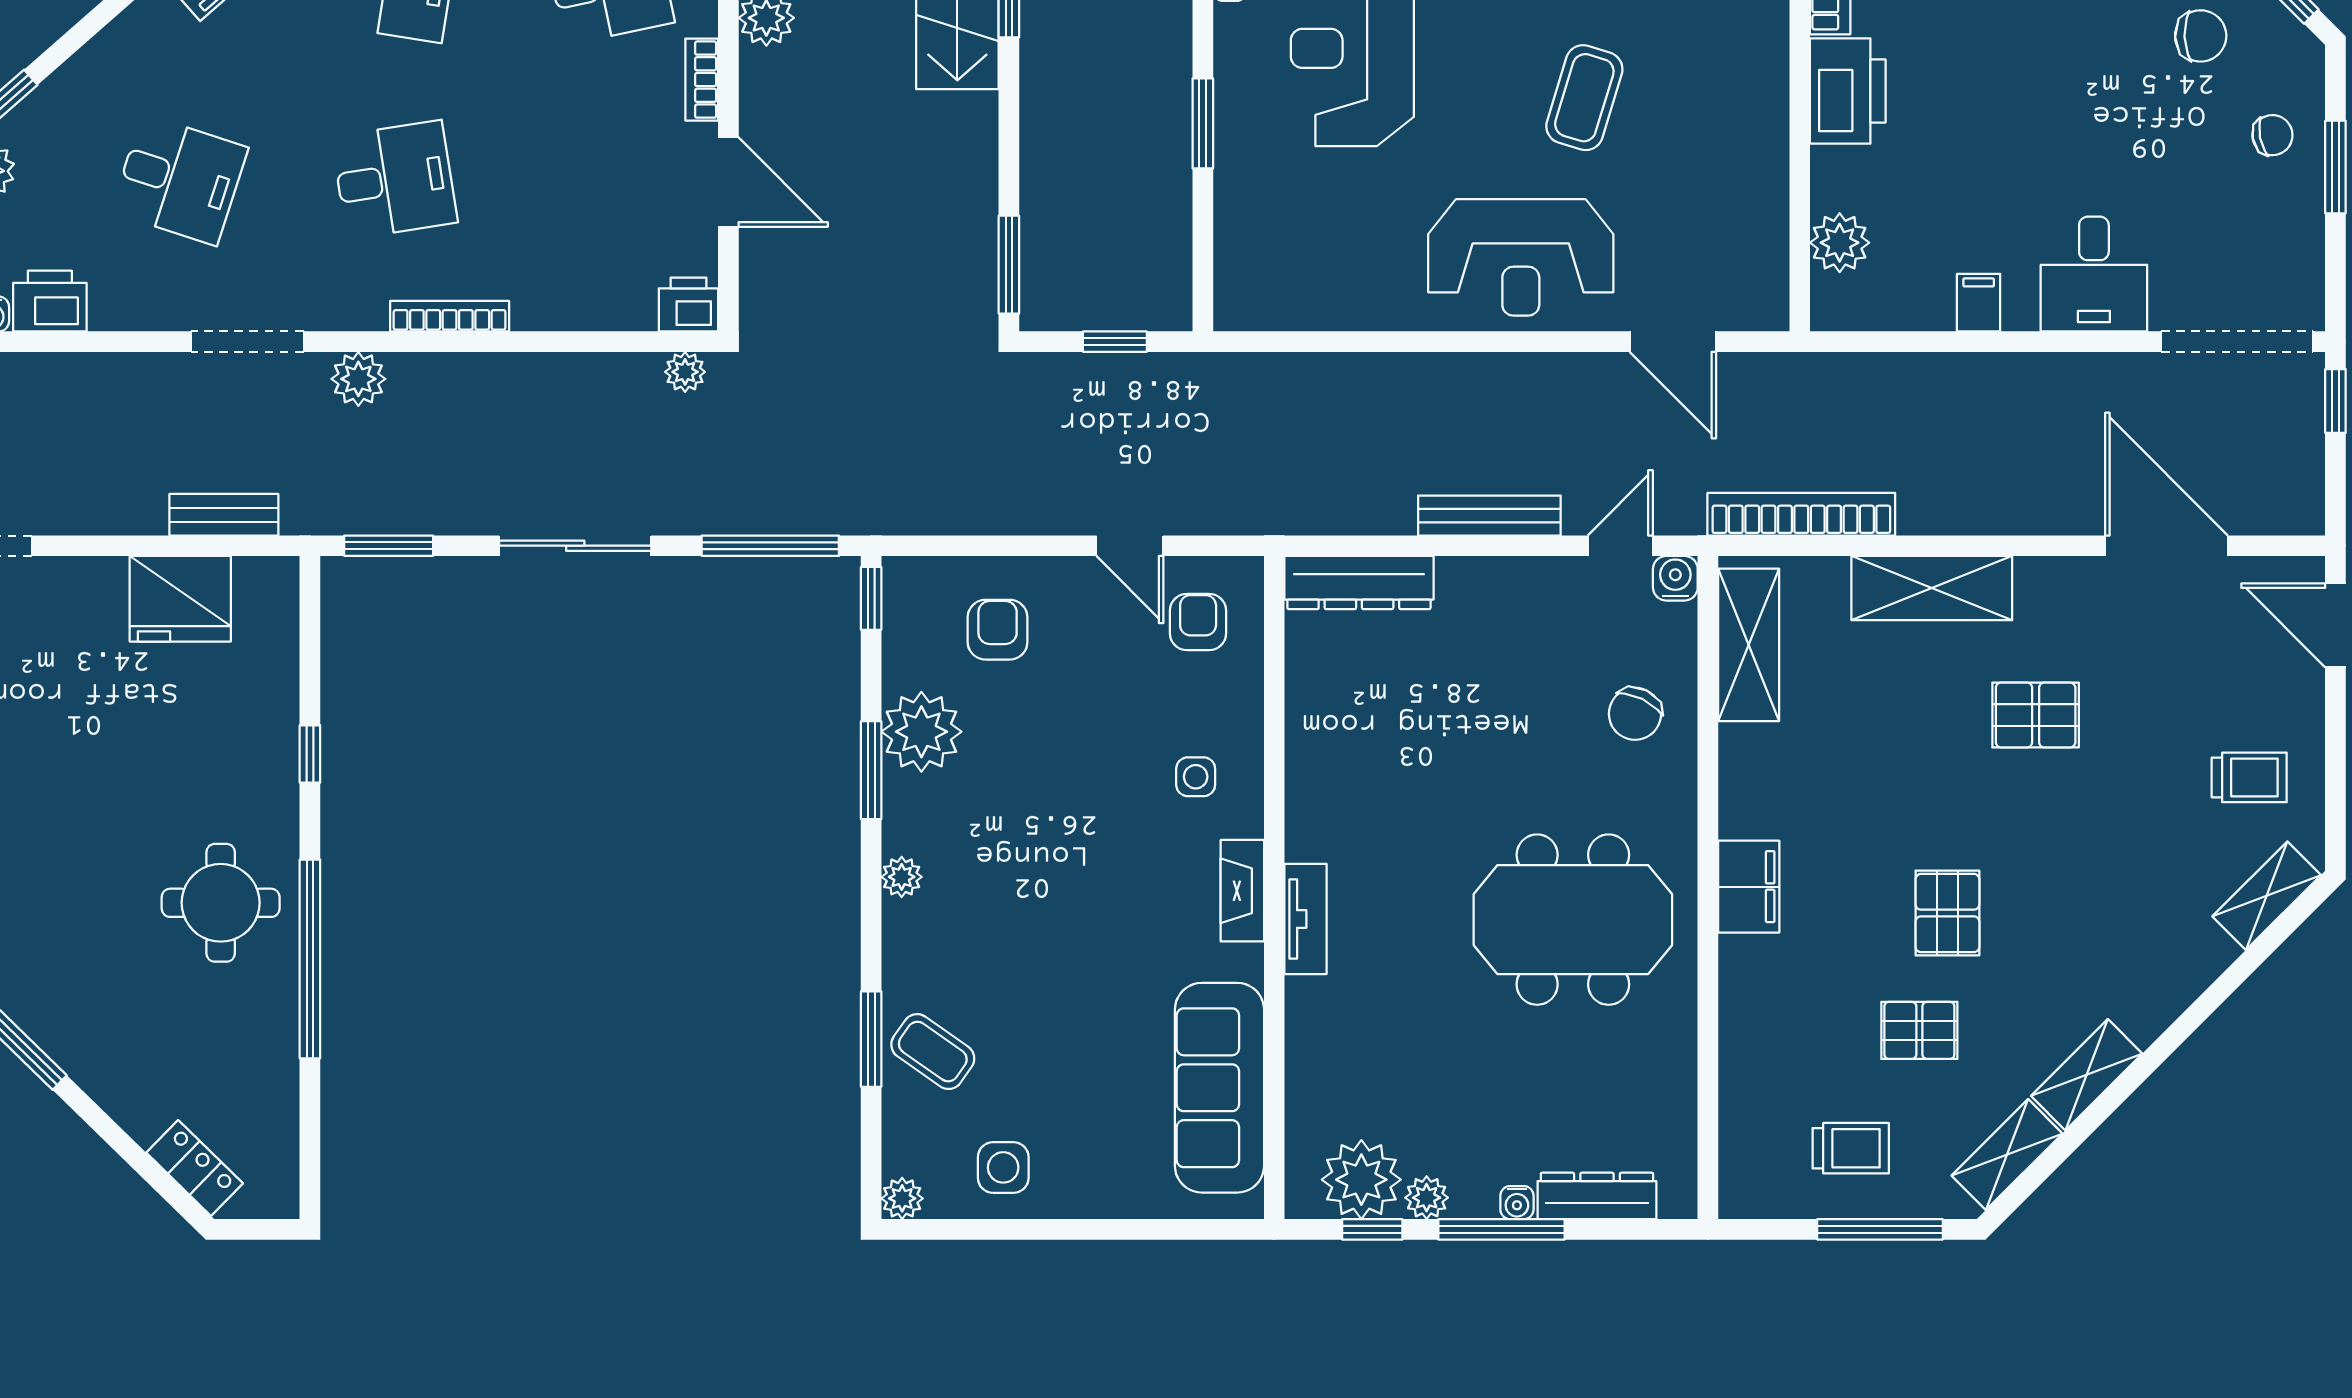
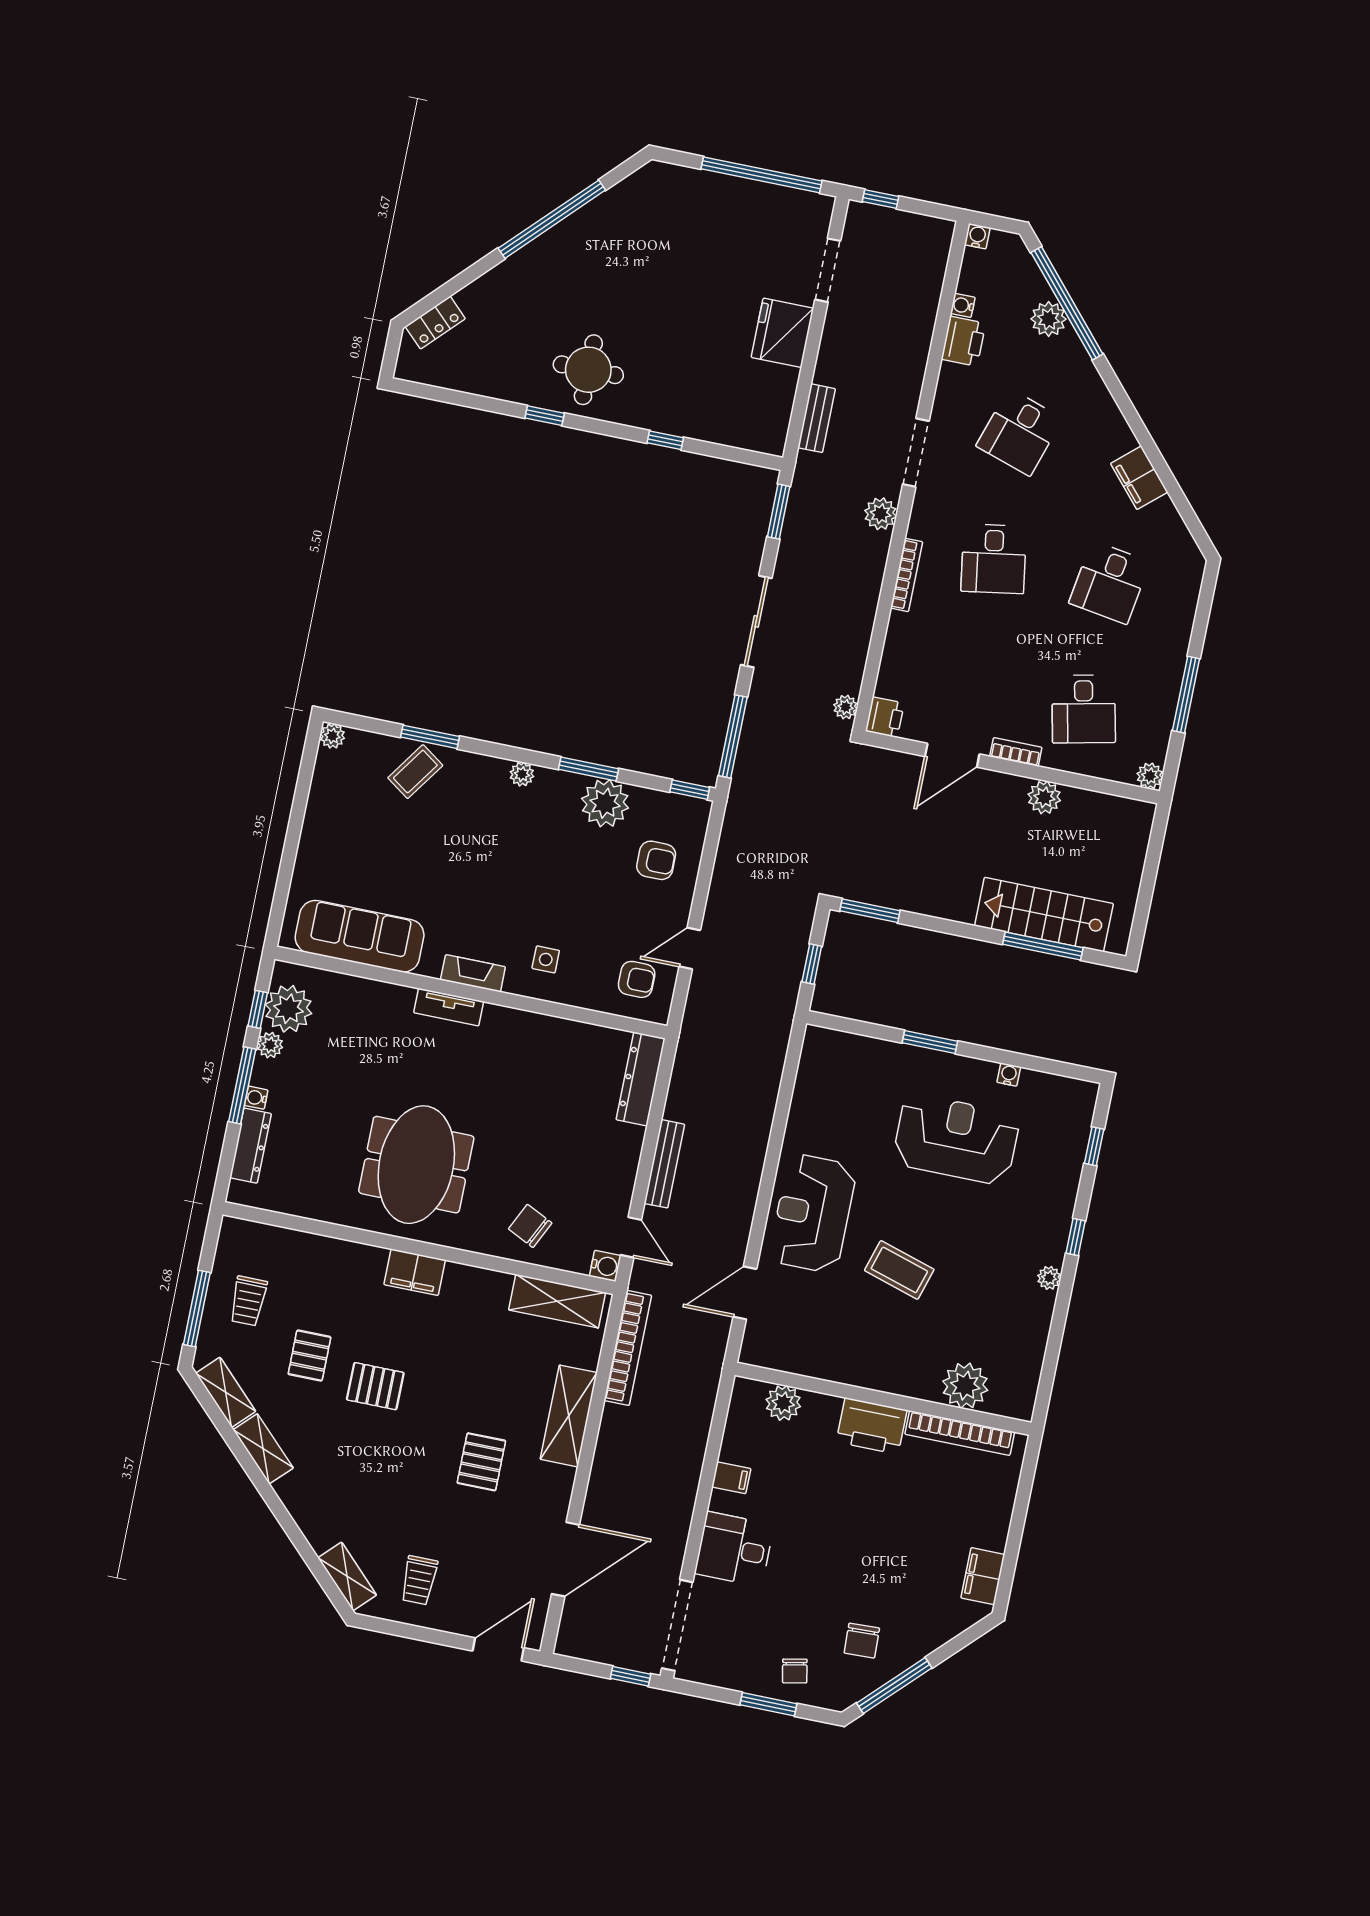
fridge: (180, 599) -> (782, 333), moved
window: (310, 959) -> (545, 416), width x0.32
side table: (1003, 1167) -> (339, 799), removed

